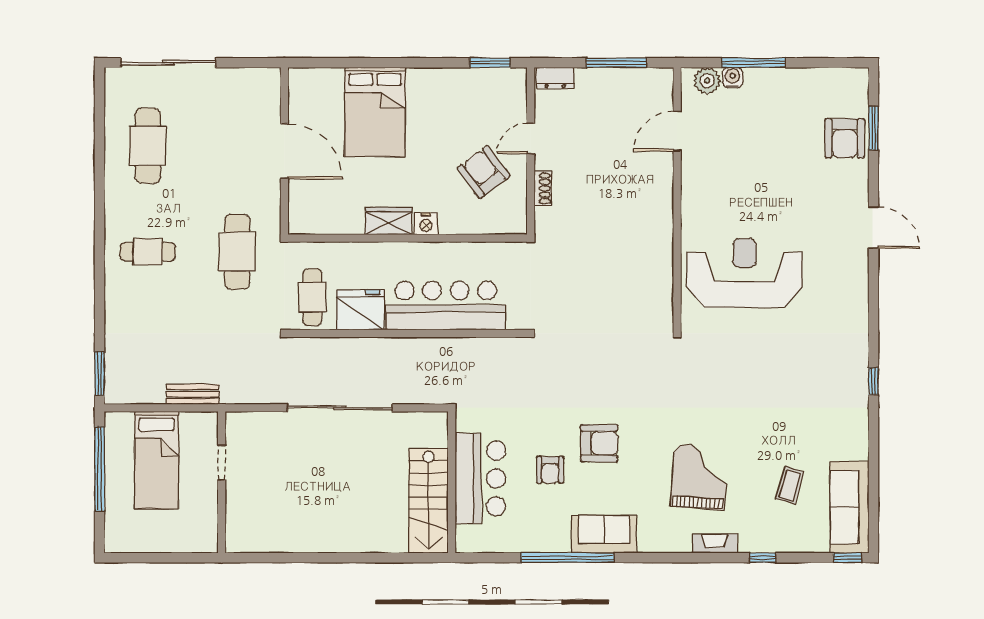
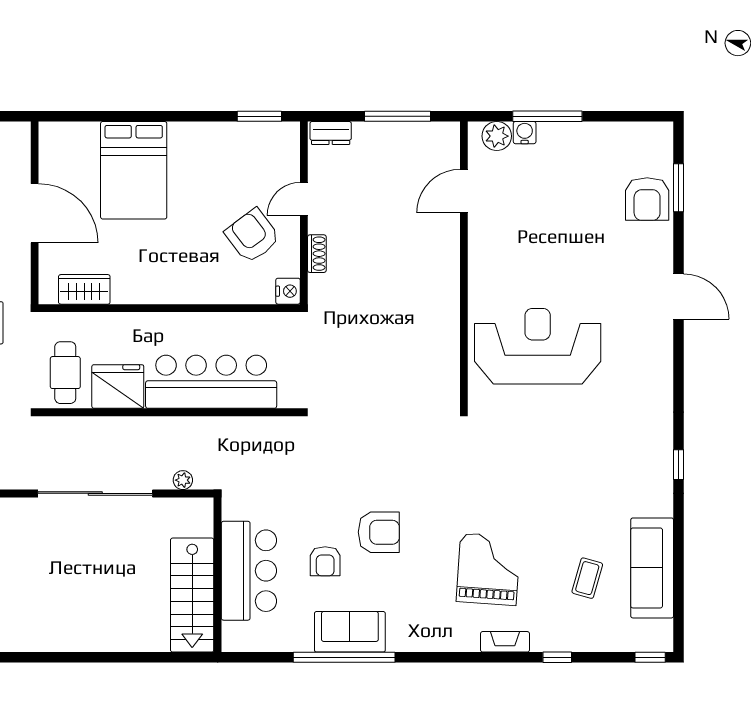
wardrobe: (389, 221) -> (84, 289), moved
nightstand: (426, 224) -> (288, 291), moved, turned -90
plant: (420, 396) -> (183, 480), added
sofa: (849, 507) -> (652, 568), moved
sofa: (604, 534) -> (350, 632), moved

